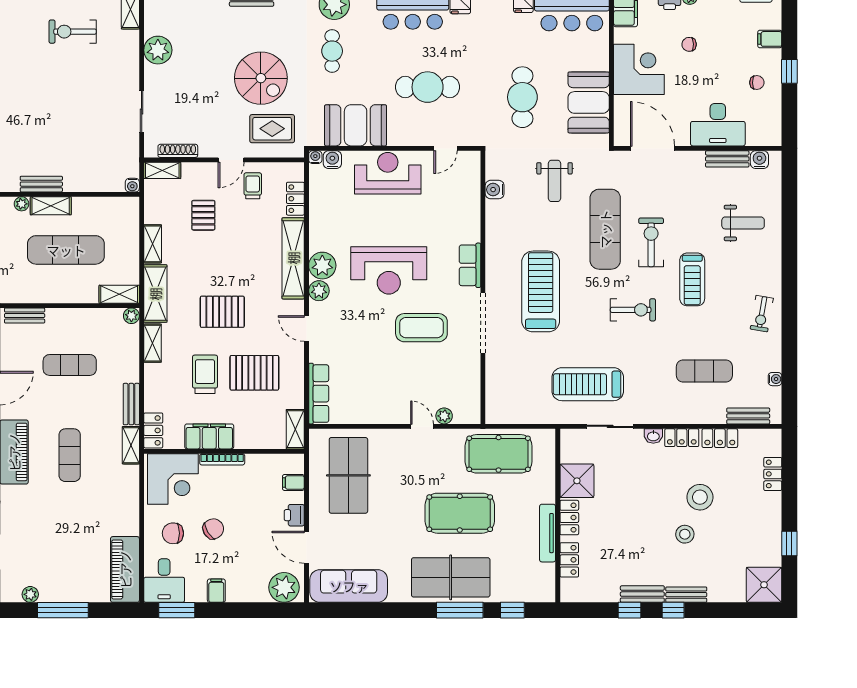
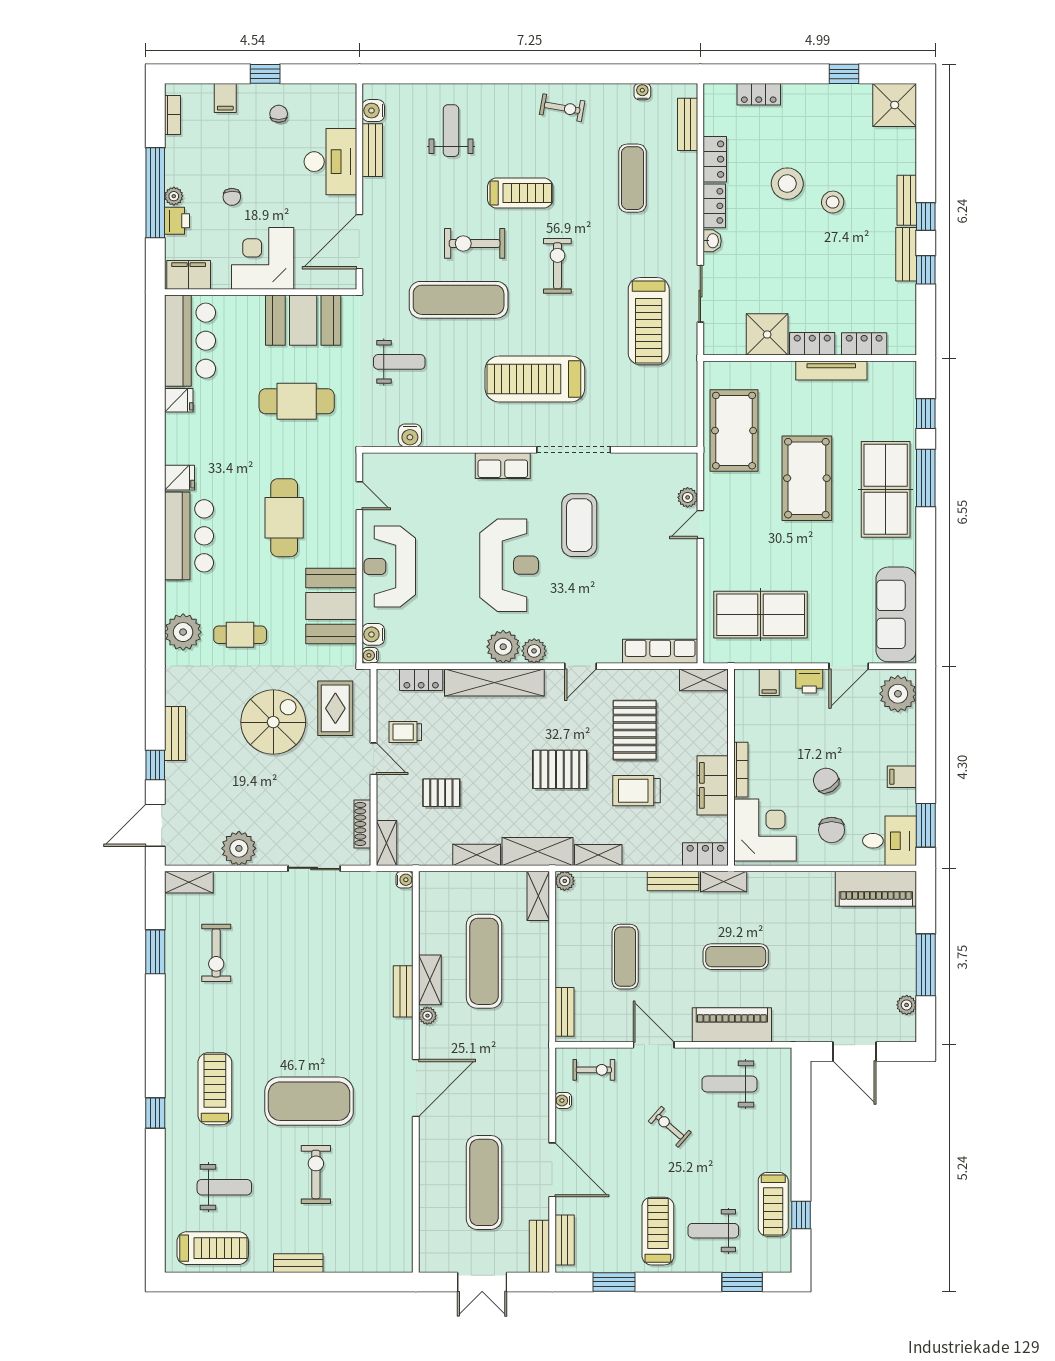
pallet: (222, 312) -> (560, 769), turned 90

